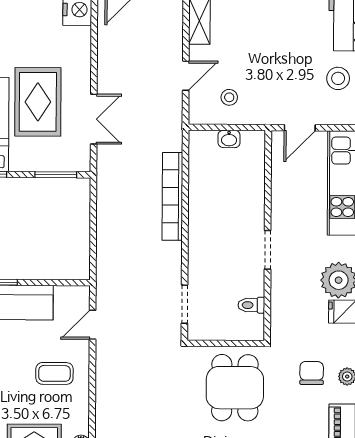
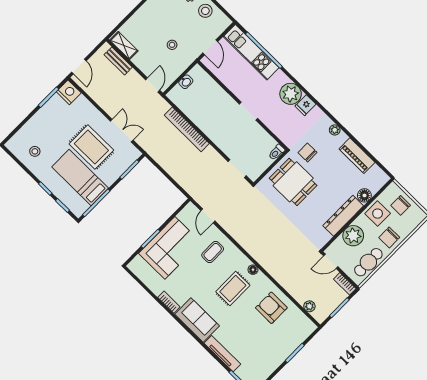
bench: (174, 32) -> (118, 61), added
door: (186, 76) -> (153, 85), moved
stool: (229, 97) -> (172, 45), moved
toilet: (251, 305) -> (277, 152), moved
chair: (312, 373) -> (308, 152), moved

